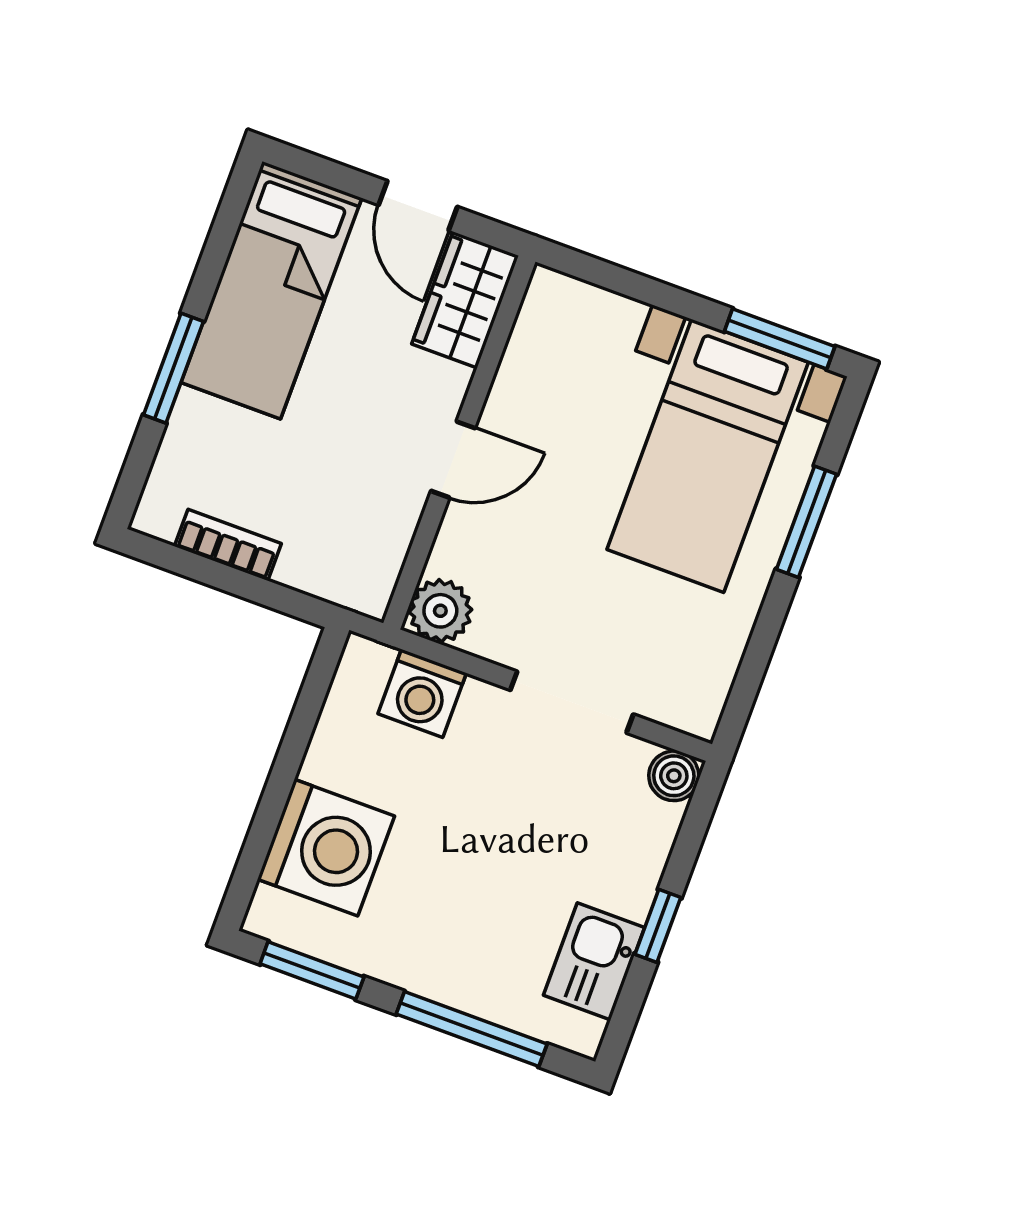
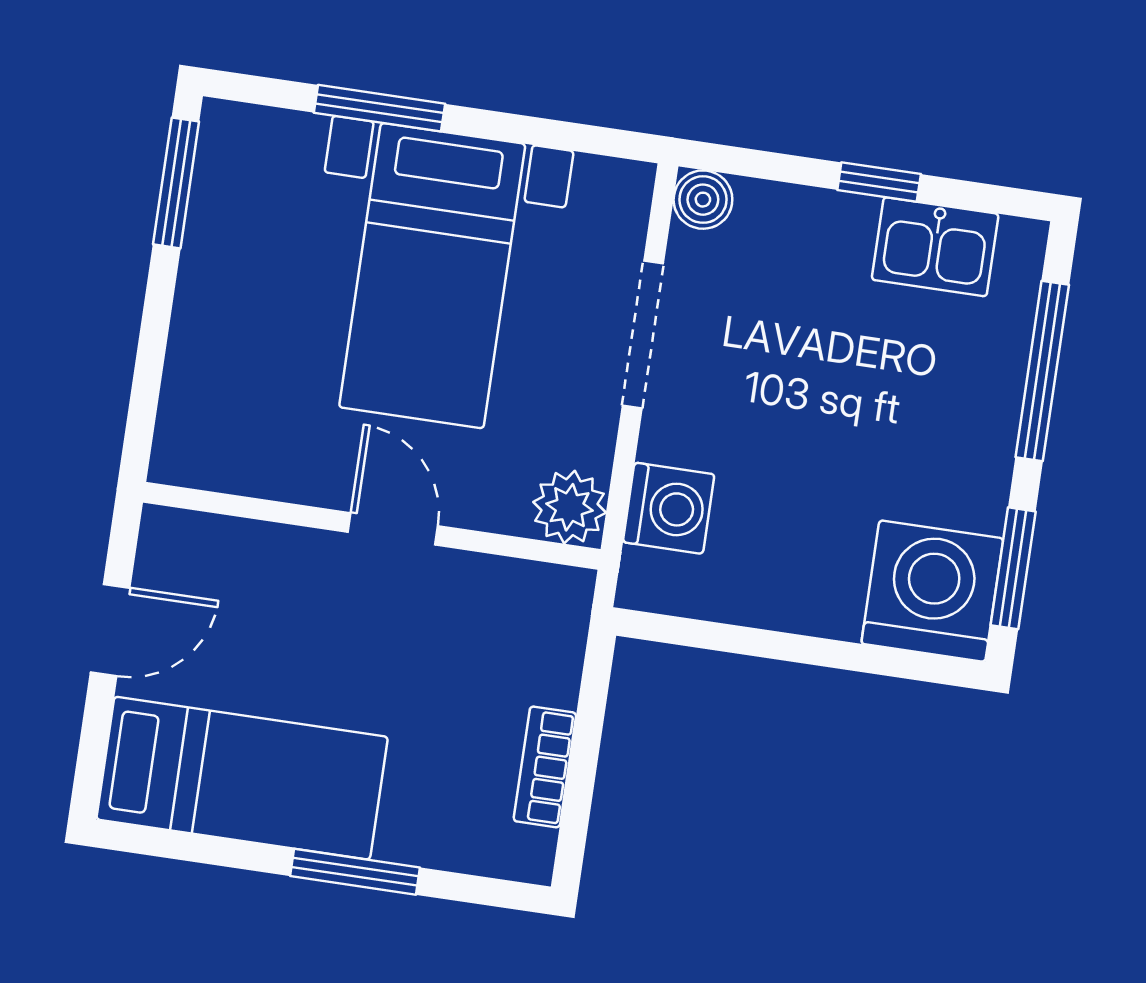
wardrobe: (465, 300) -> (207, 553), removed
bed with nightstands: (708, 456) -> (432, 276), moved, turned 90
washing machine: (326, 848) -> (932, 591), moved

